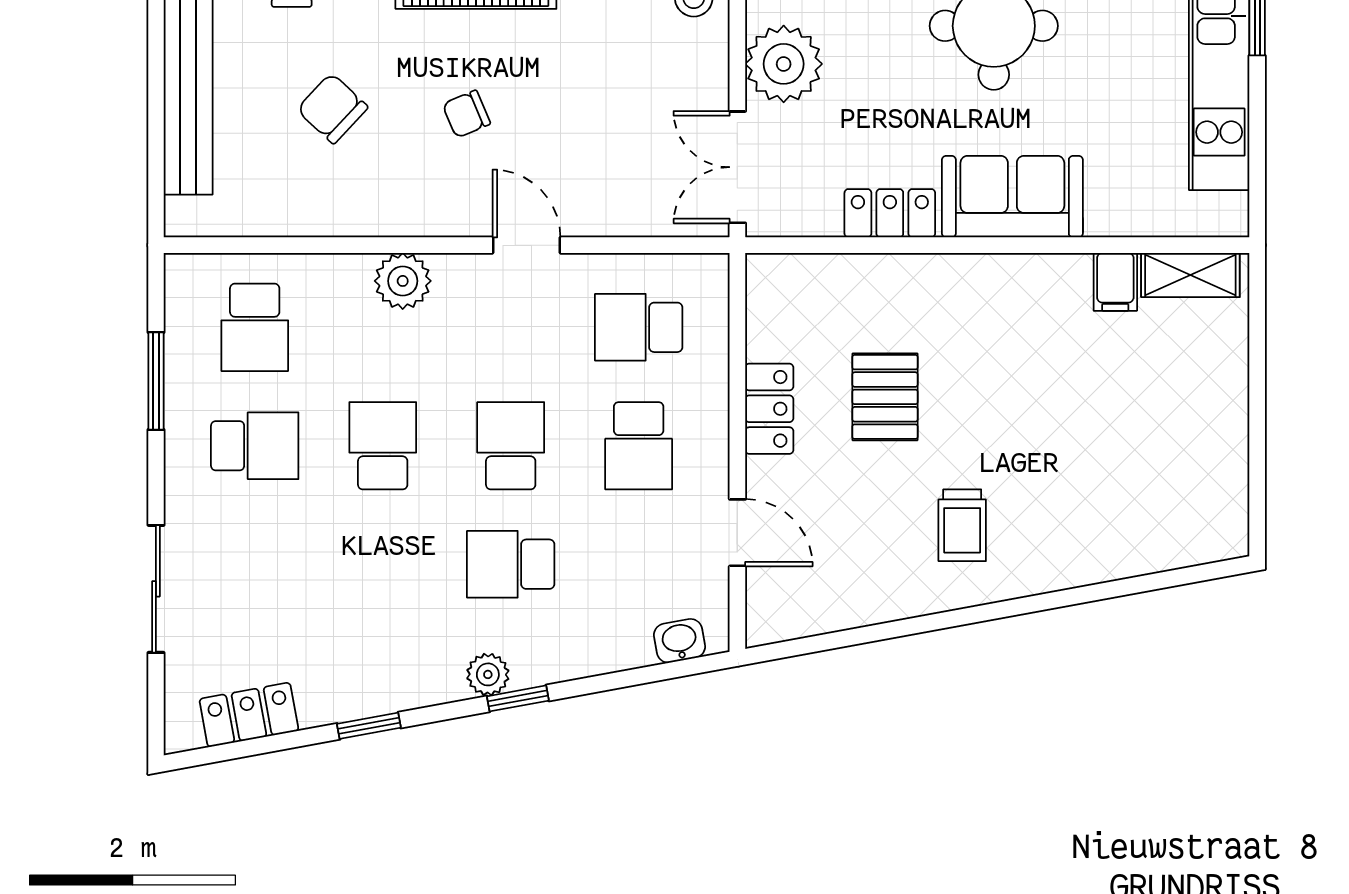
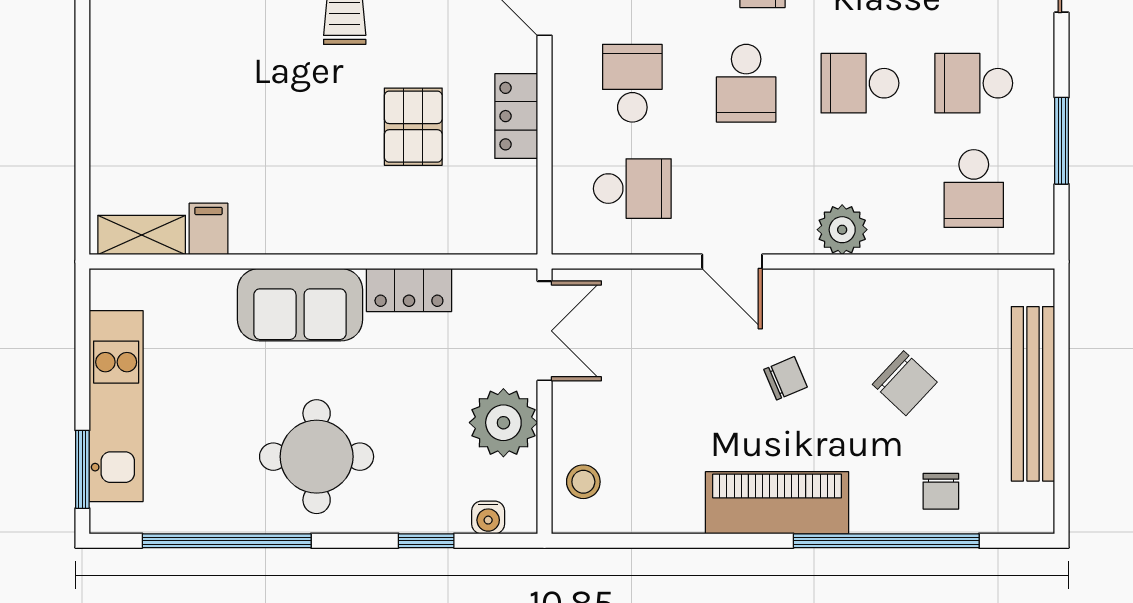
school desk: (255, 327) -> (974, 189), turned 180
school desk: (383, 446) -> (860, 83), turned 90

